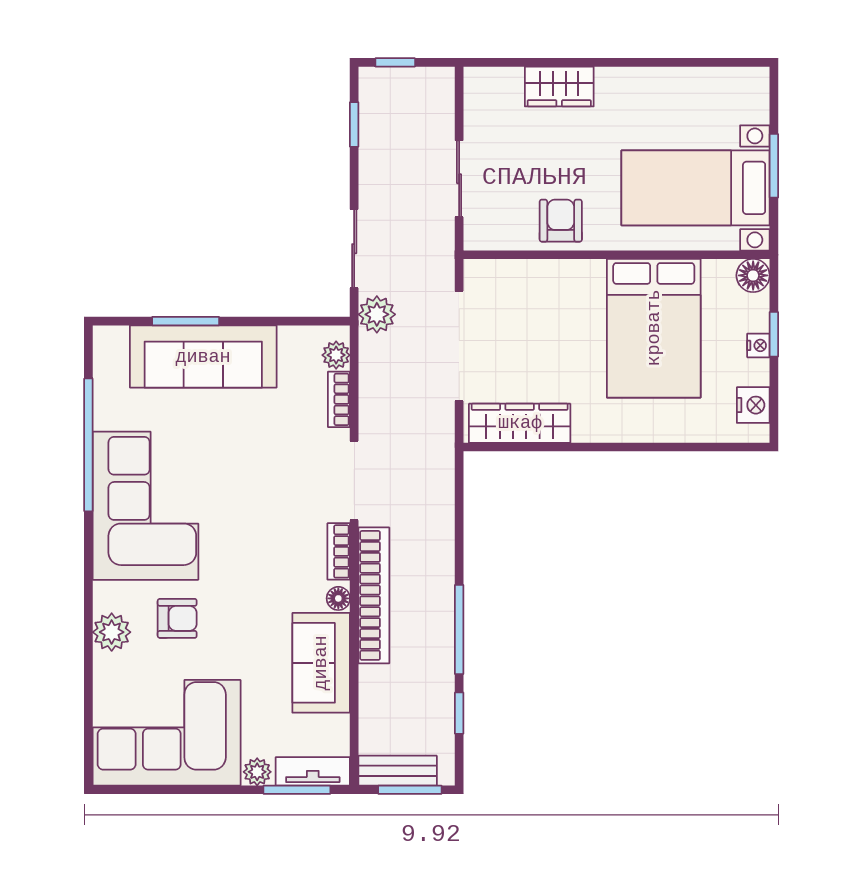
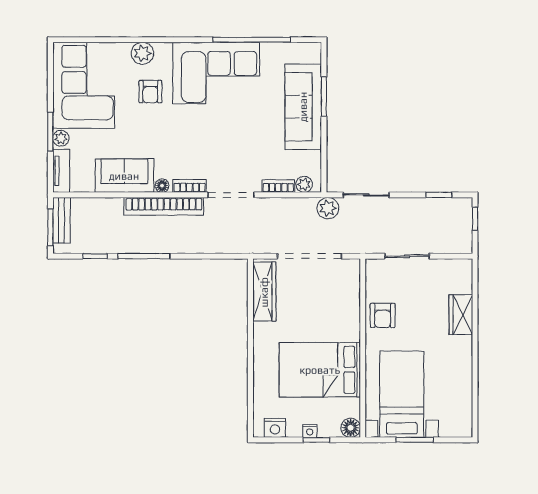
armchair: (561, 221) -> (383, 316), turned 90
window: (297, 790) -> (50, 132), moved

